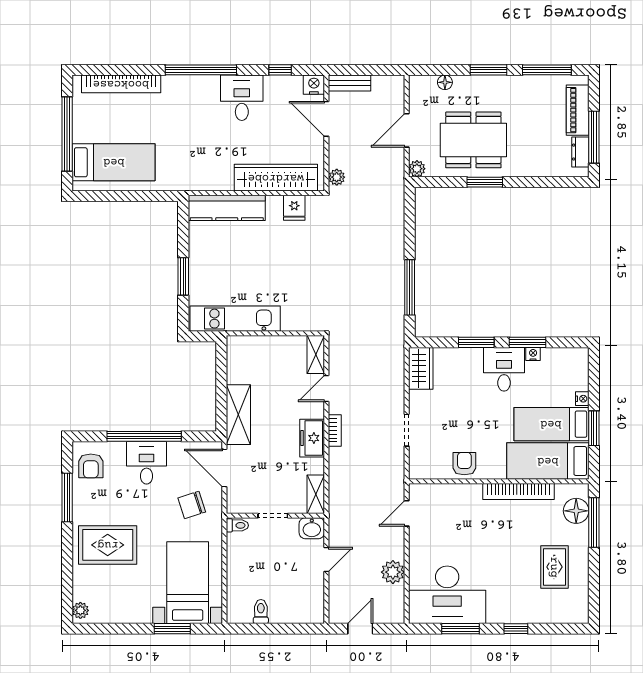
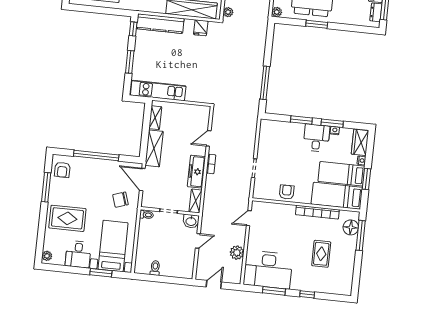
window: (183, 221) -> (133, 29), added
shelving: (316, 355) -> (155, 118), moved
wardrobe: (421, 368) -> (360, 142), moved, turned 180
freezer: (312, 438) -> (196, 172), width x1.40
desk: (147, 463) -> (78, 254), moved, turned 180
rug: (554, 567) -> (321, 254), moved

